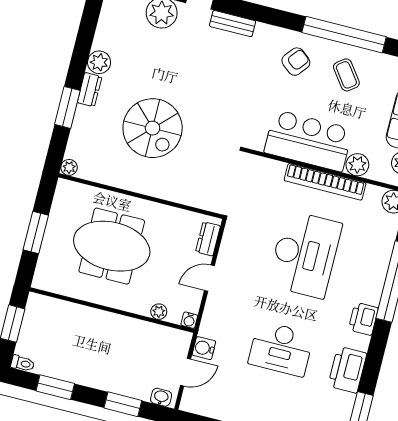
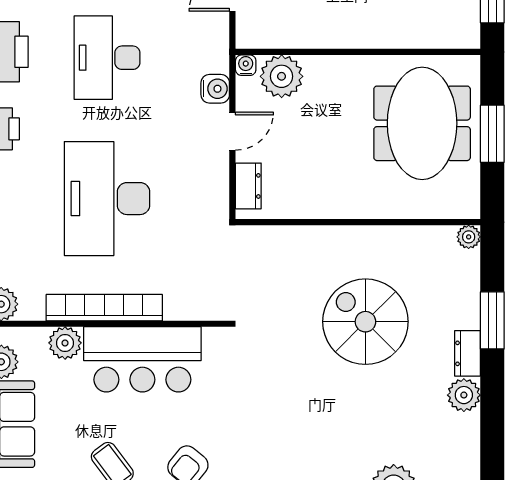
meeting table: (112, 246) -> (422, 123), moved, turned 90
plant: (159, 312) -> (282, 76), width x1.87, depth x1.87
water cooler: (204, 348) -> (215, 89), moved
desk: (281, 349) -> (107, 58), turned -90

